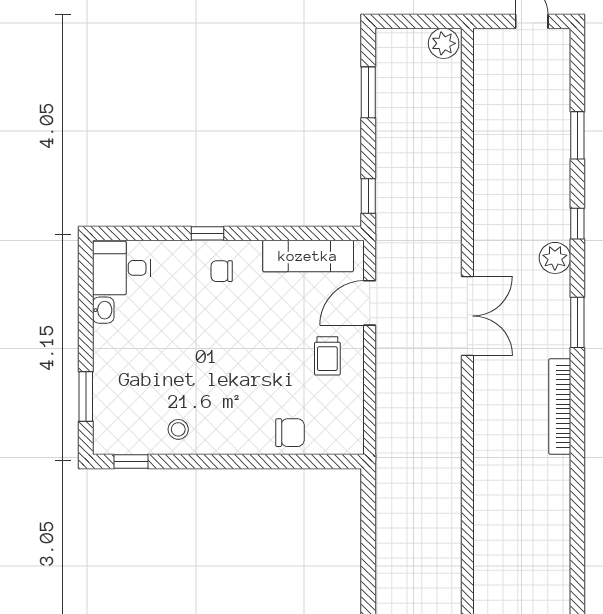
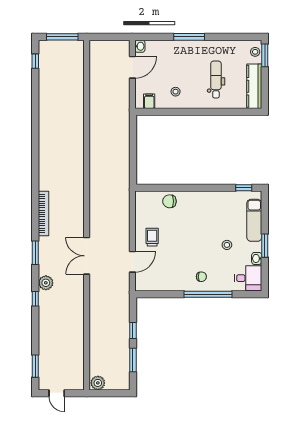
window: (577, 135) -> (35, 366), moved
window: (368, 196) -> (133, 330), moved
window: (207, 233) -> (208, 294), width x3.17
exam couch: (308, 256) -> (254, 220), moved, turned -90
window: (86, 396) -> (265, 246), moved
stool: (178, 429) -> (227, 245), moved

